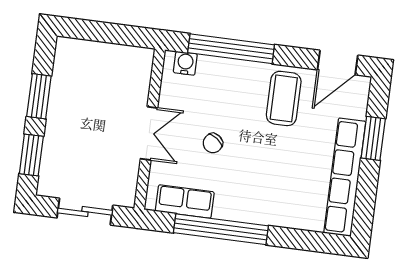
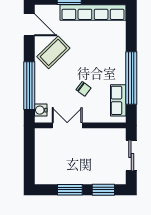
coffee table: (284, 98) -> (53, 52), turned -44
double door: (149, 133) -> (67, 125), moved

